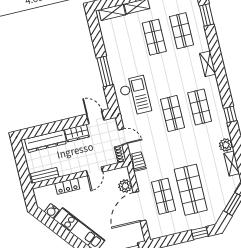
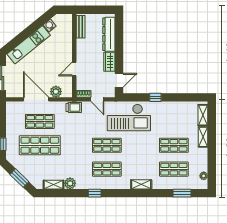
window: (105, 71) -> (155, 97), width x0.46
checkout: (135, 96) -> (129, 118), width x1.36, depth x1.21
door: (123, 137) -> (97, 99), hinge flipped
door: (94, 171) -> (74, 69), hinge flipped
locker: (67, 186) -> (67, 43), removed

